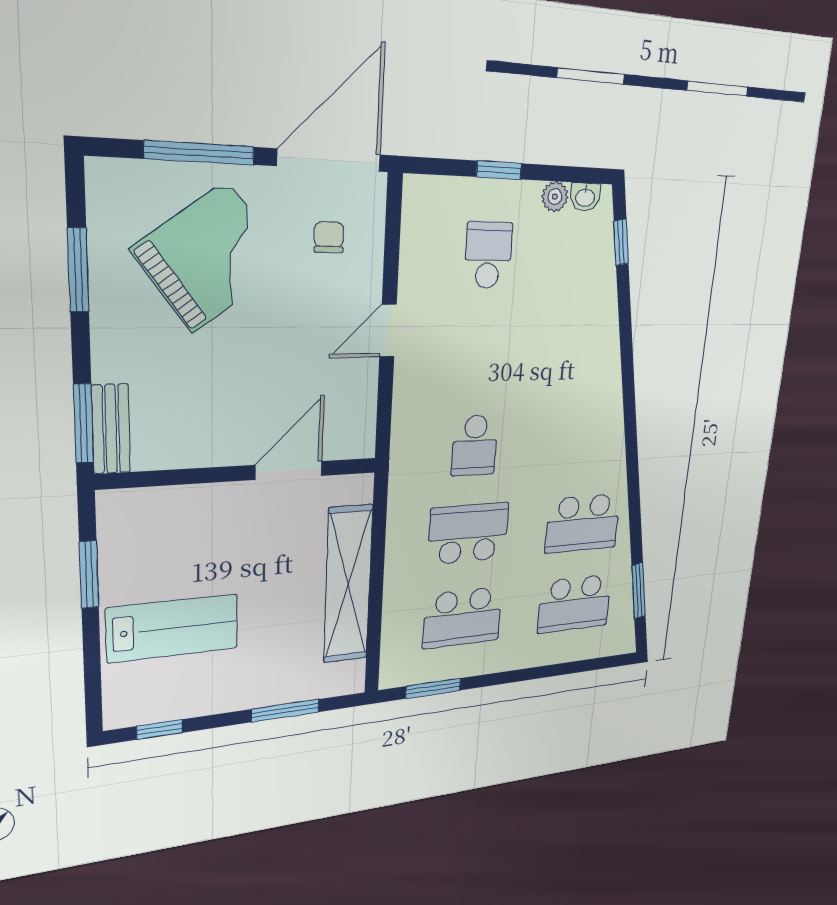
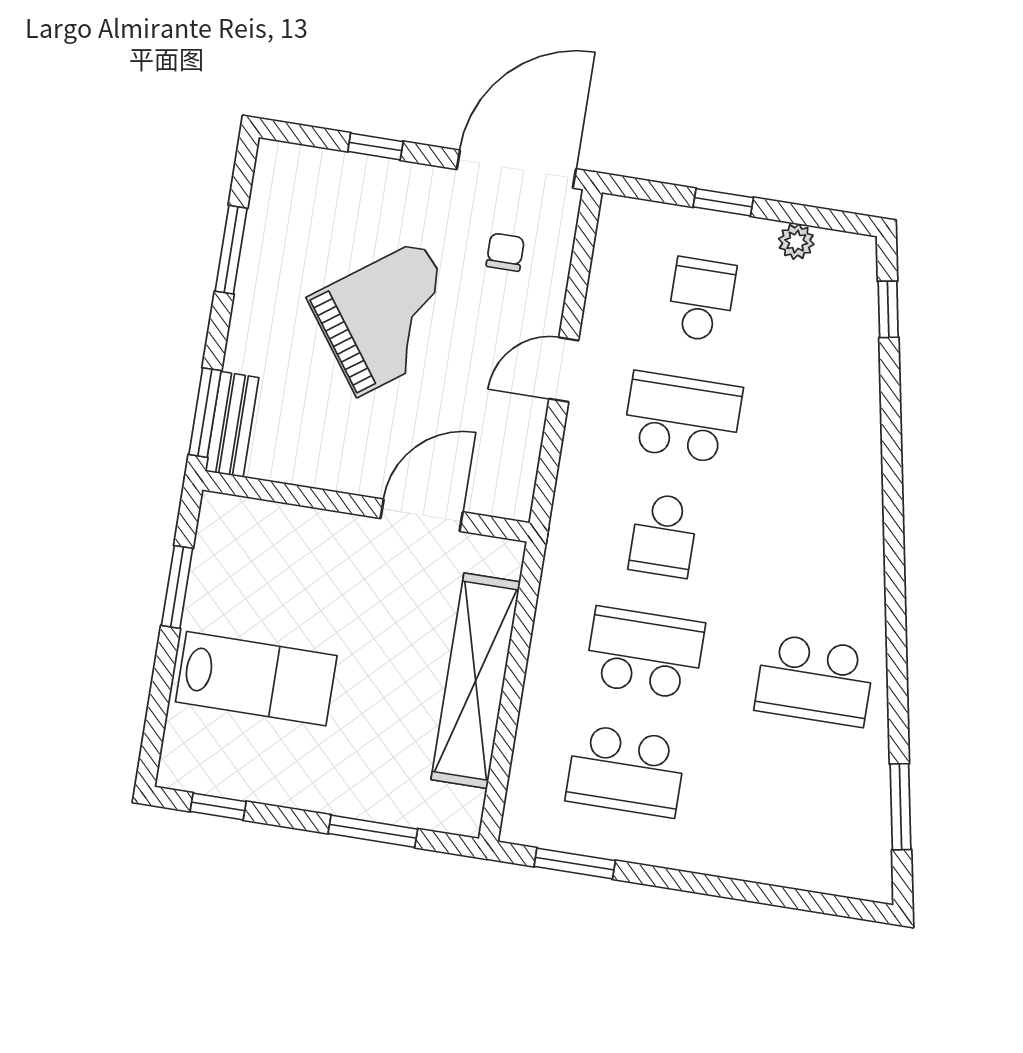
window: (200, 153) -> (375, 147), width x0.46
washbasin: (585, 197) -> (838, 247), removed
grand piano: (210, 257) -> (389, 318), moved
school desk: (575, 604) -> (682, 417), moved, turned 180

